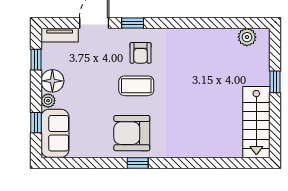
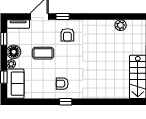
plant: (247, 37) -> (121, 25), moved
coffee table: (136, 86) -> (43, 53), moved
armchair: (132, 133) -> (62, 84), width x0.53, depth x0.53

